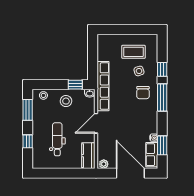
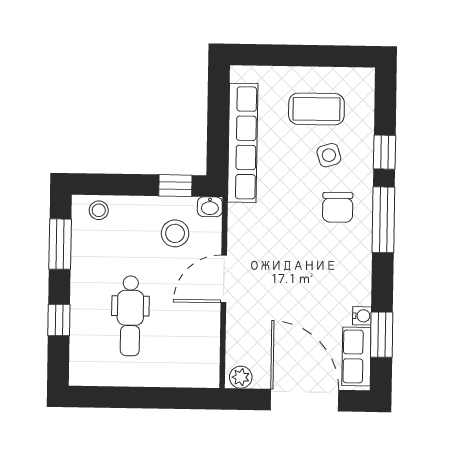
row of seats: (103, 86) -> (243, 143), moved
stool: (66, 101) -> (175, 233), moved
dental chair: (57, 139) -> (130, 316), turned 180
kitchen counter: (88, 156) -> (204, 356), removed

